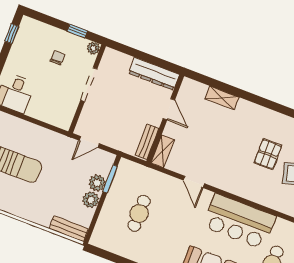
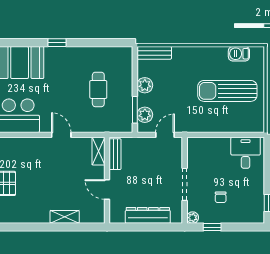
dresser: (154, 74) -> (148, 215), moved
plant: (97, 183) -> (145, 115), moved

